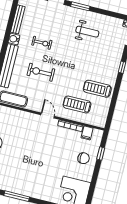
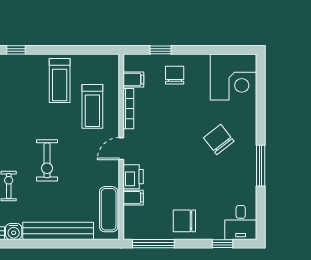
exercise bike: (41, 72) -> (47, 160), moved
filing cabinet: (17, 115) -> (133, 198), added
printer: (29, 118) -> (133, 177), added
chair: (39, 175) -> (219, 140), added

